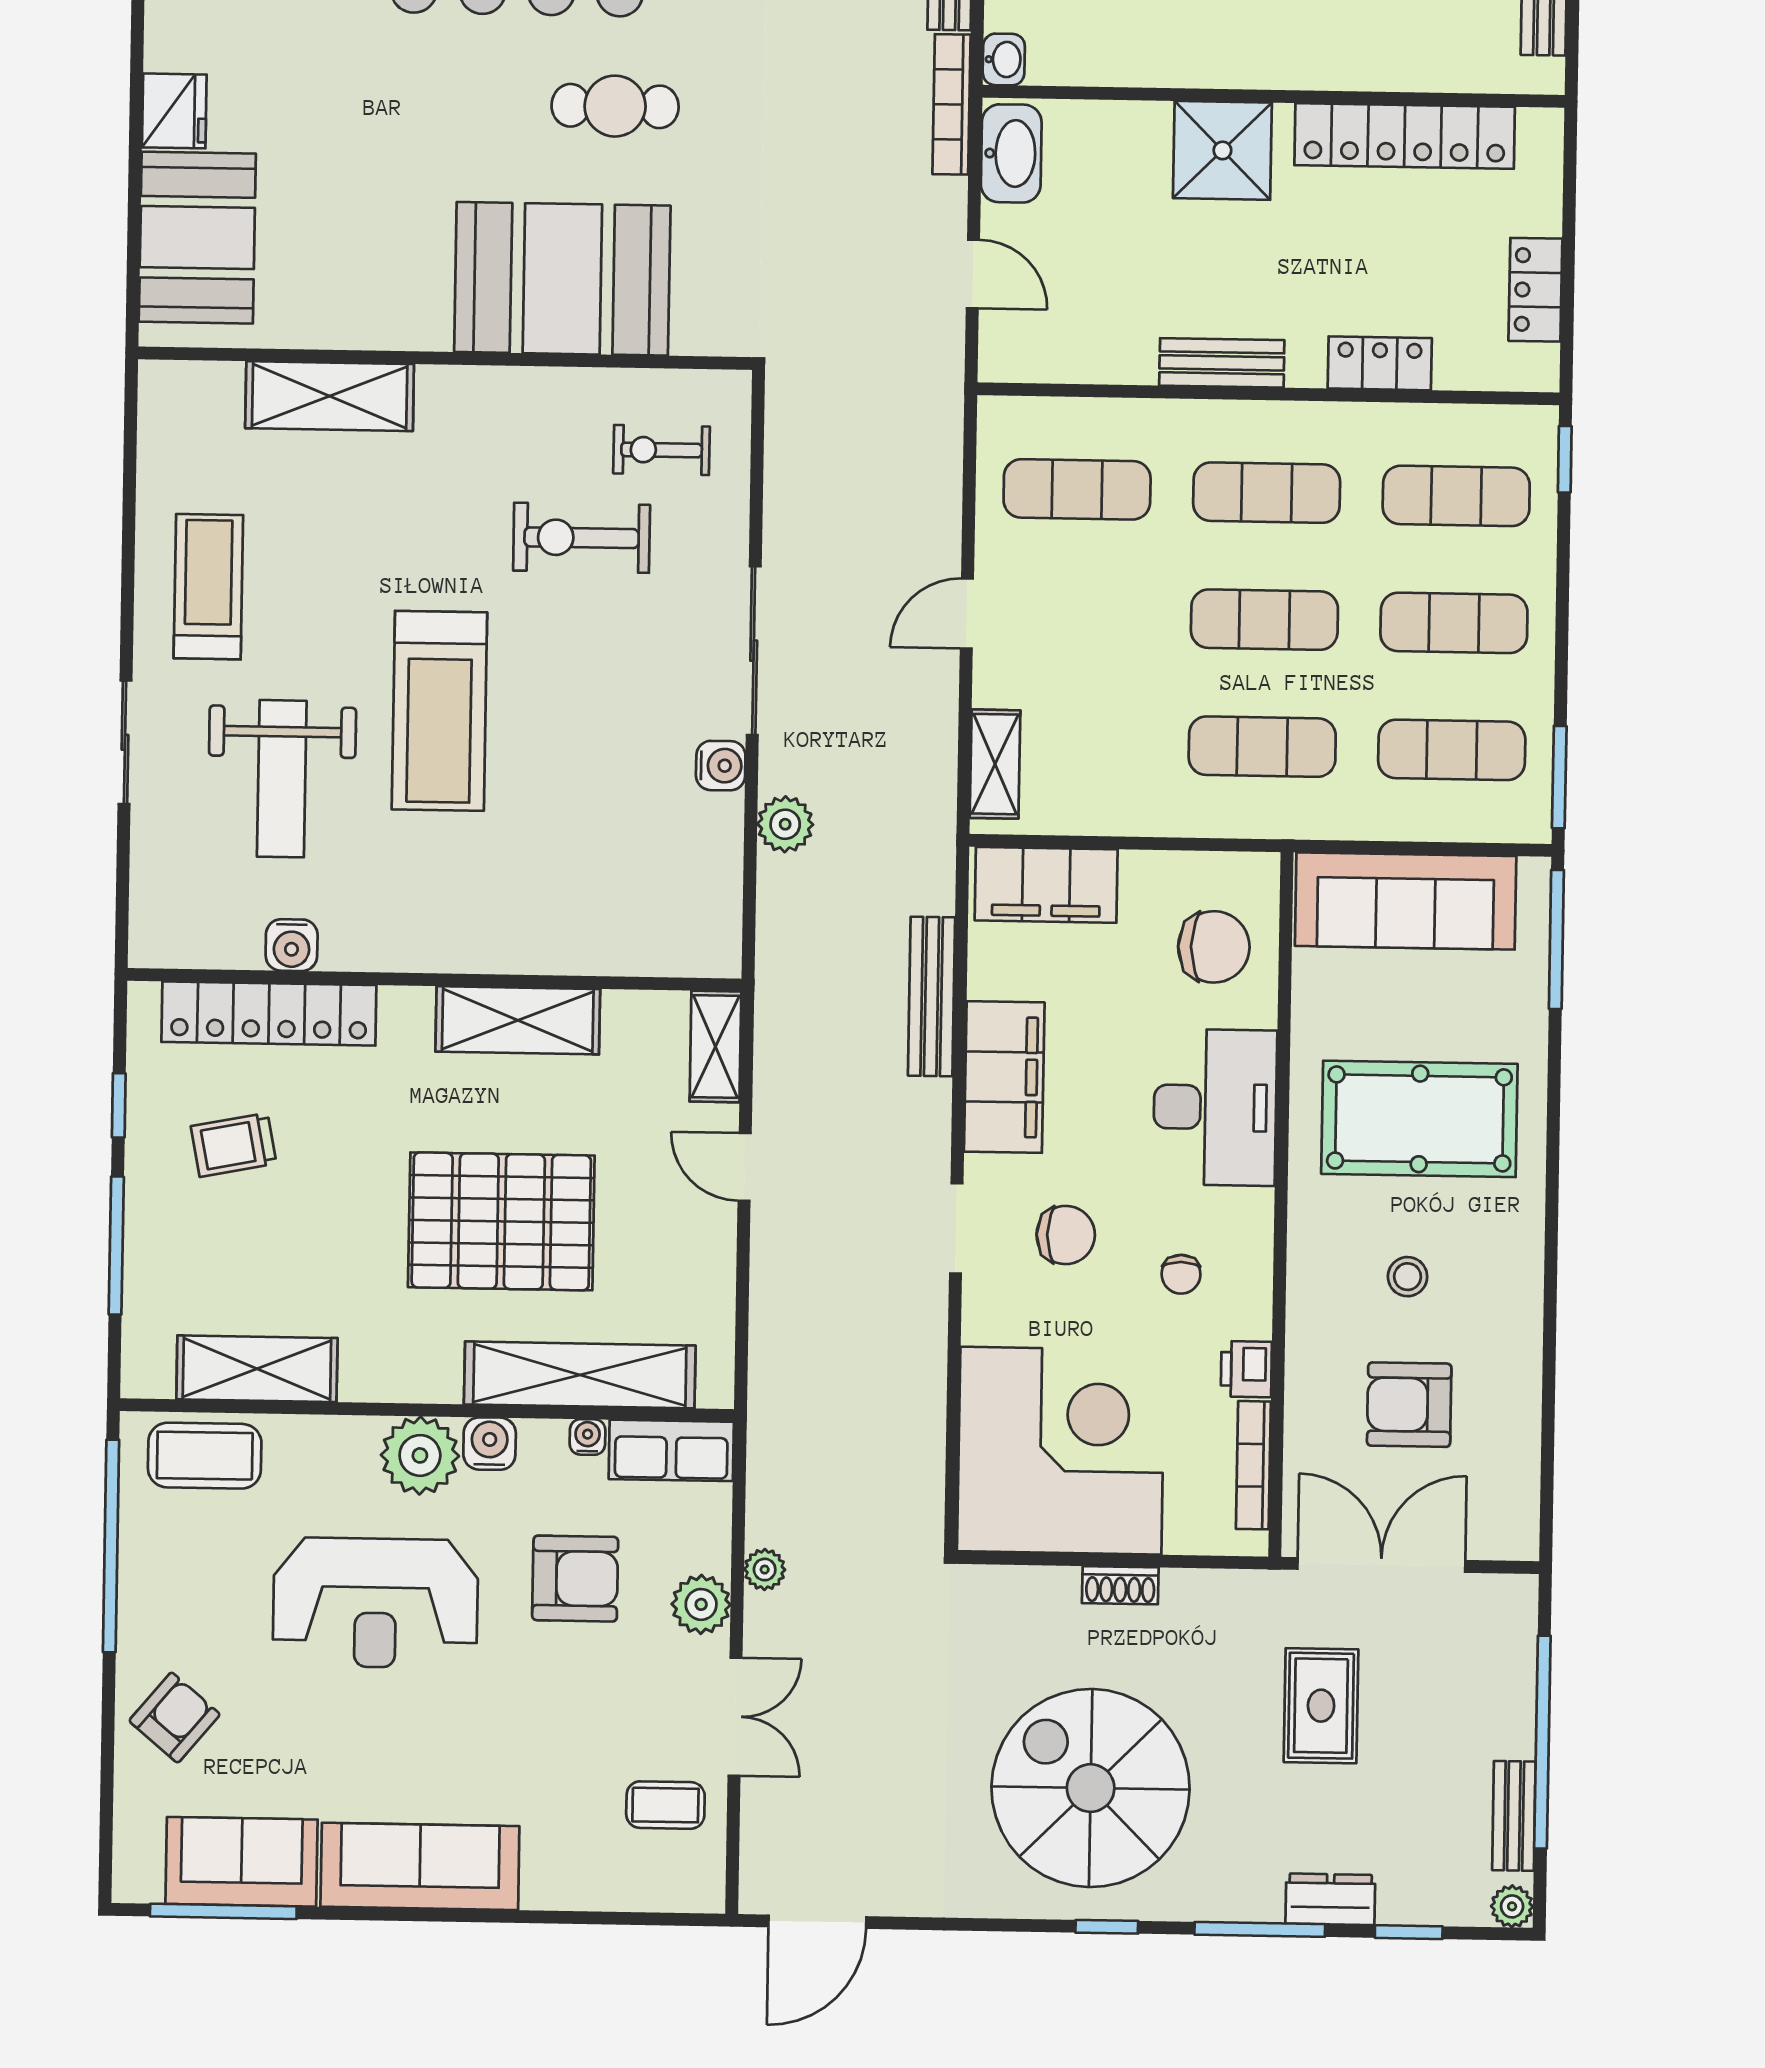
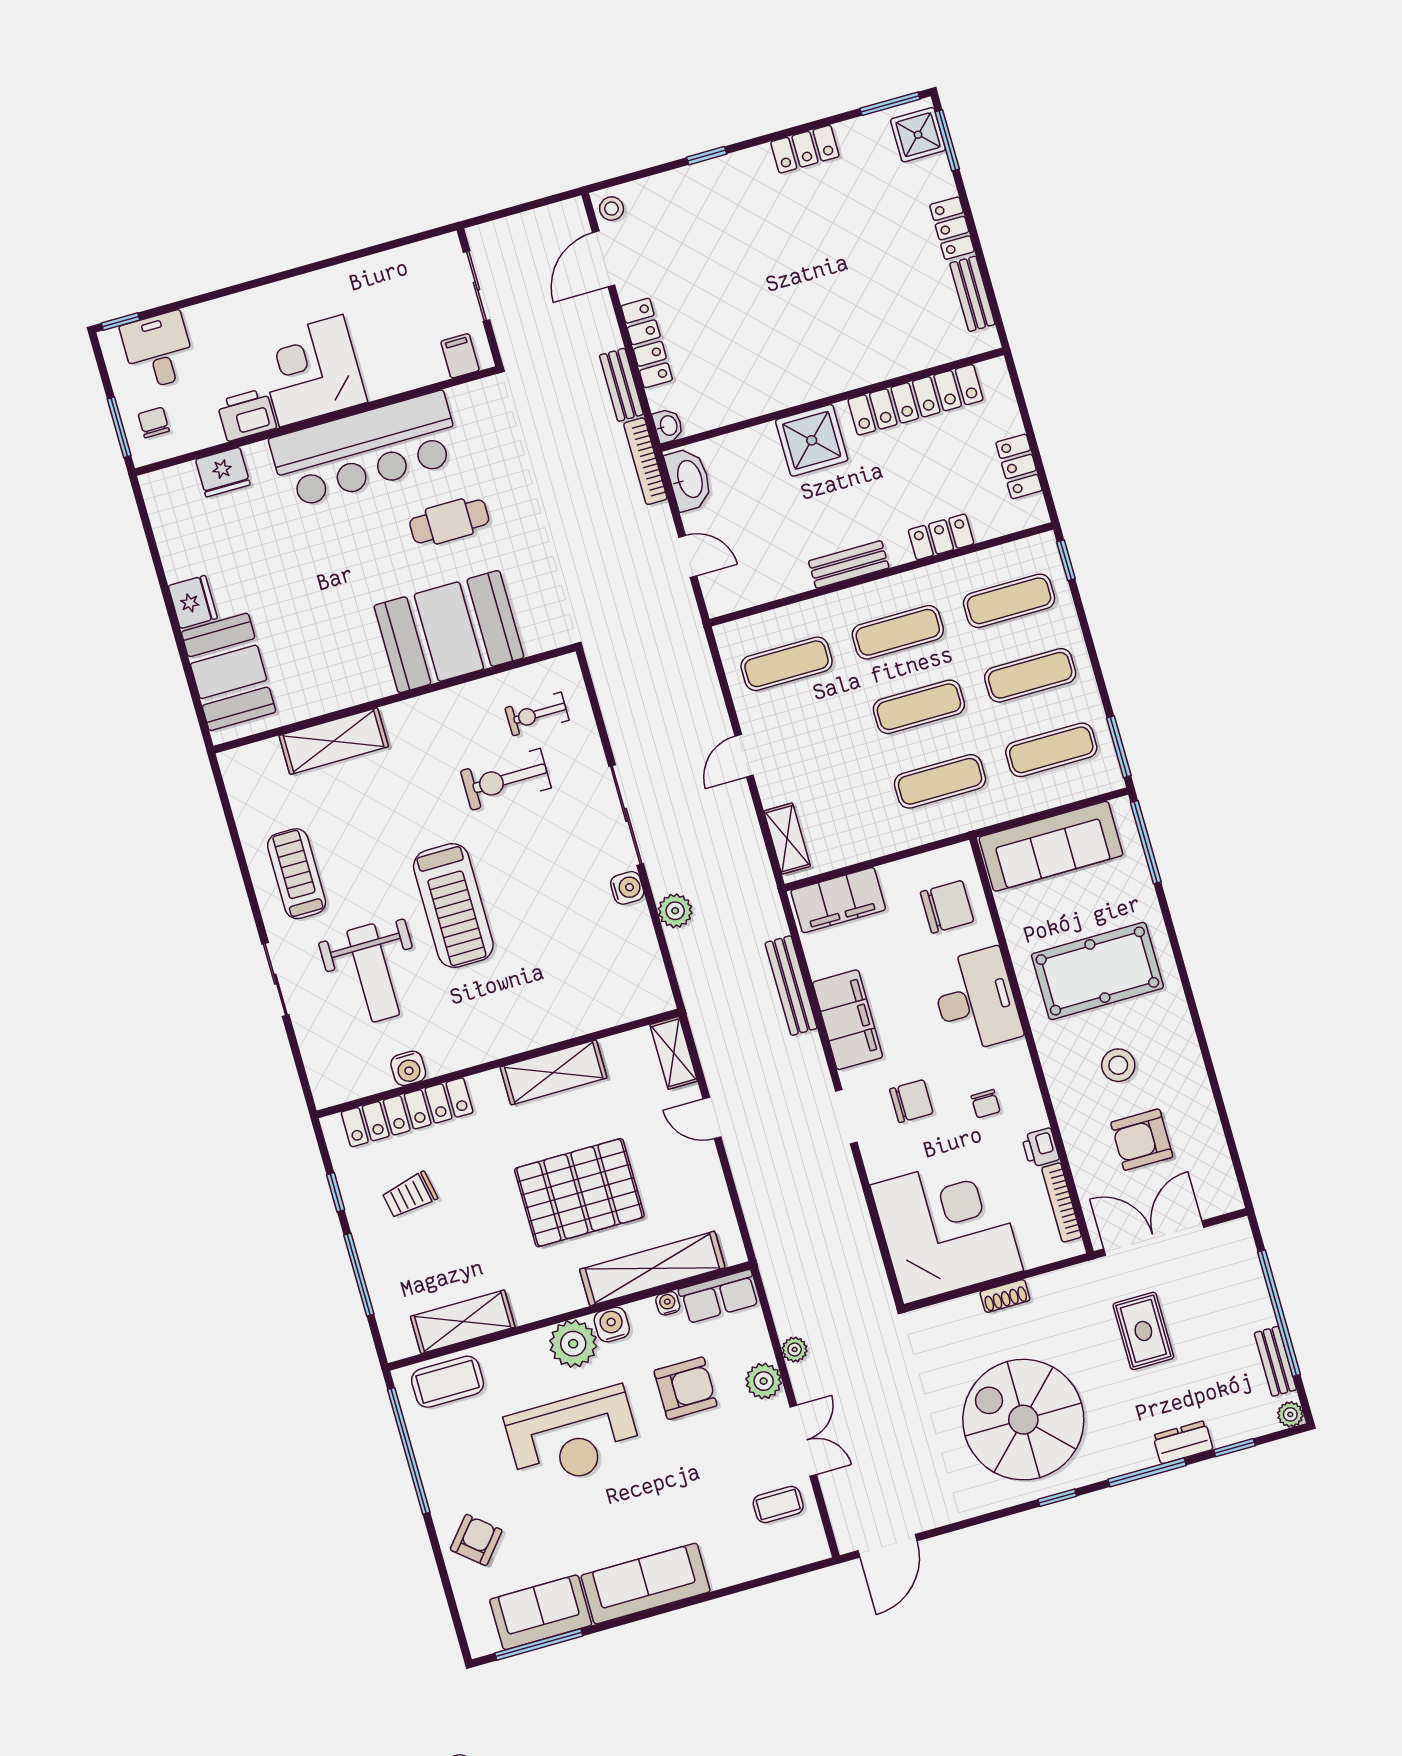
stool: (1408, 1277) -> (1118, 1065), width x1.37, depth x1.37

